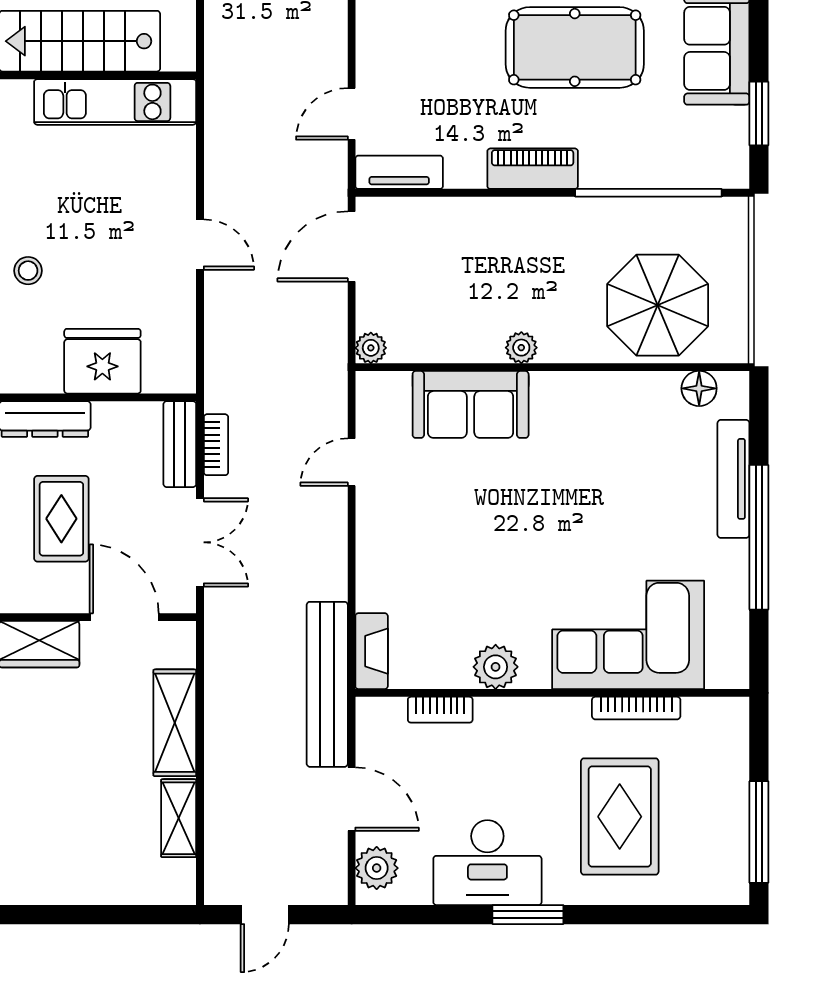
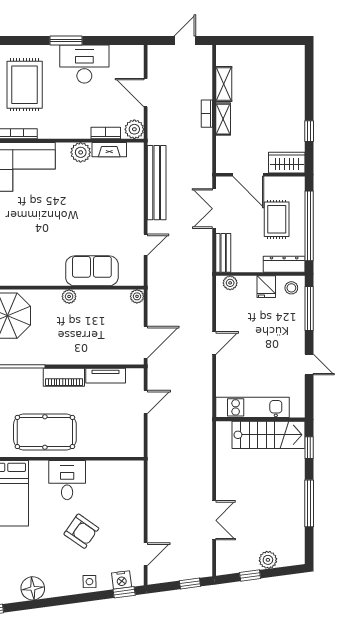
tv unit: (399, 172) -> (106, 376), moved
door: (200, 245) -> (214, 343), swing flipped
stool: (28, 271) -> (291, 288), moved
fridge: (102, 361) -> (266, 287), width x0.53, depth x0.75
plant: (165, 378) -> (230, 283), added
bookcase: (216, 445) -> (207, 114), moved
fireplace: (372, 651) -> (109, 150), moved, turned -90
bench: (327, 684) -> (157, 183), moved
shelving: (175, 723) -> (223, 119), width x0.67, depth x0.75
plant: (377, 868) -> (134, 129), moved

